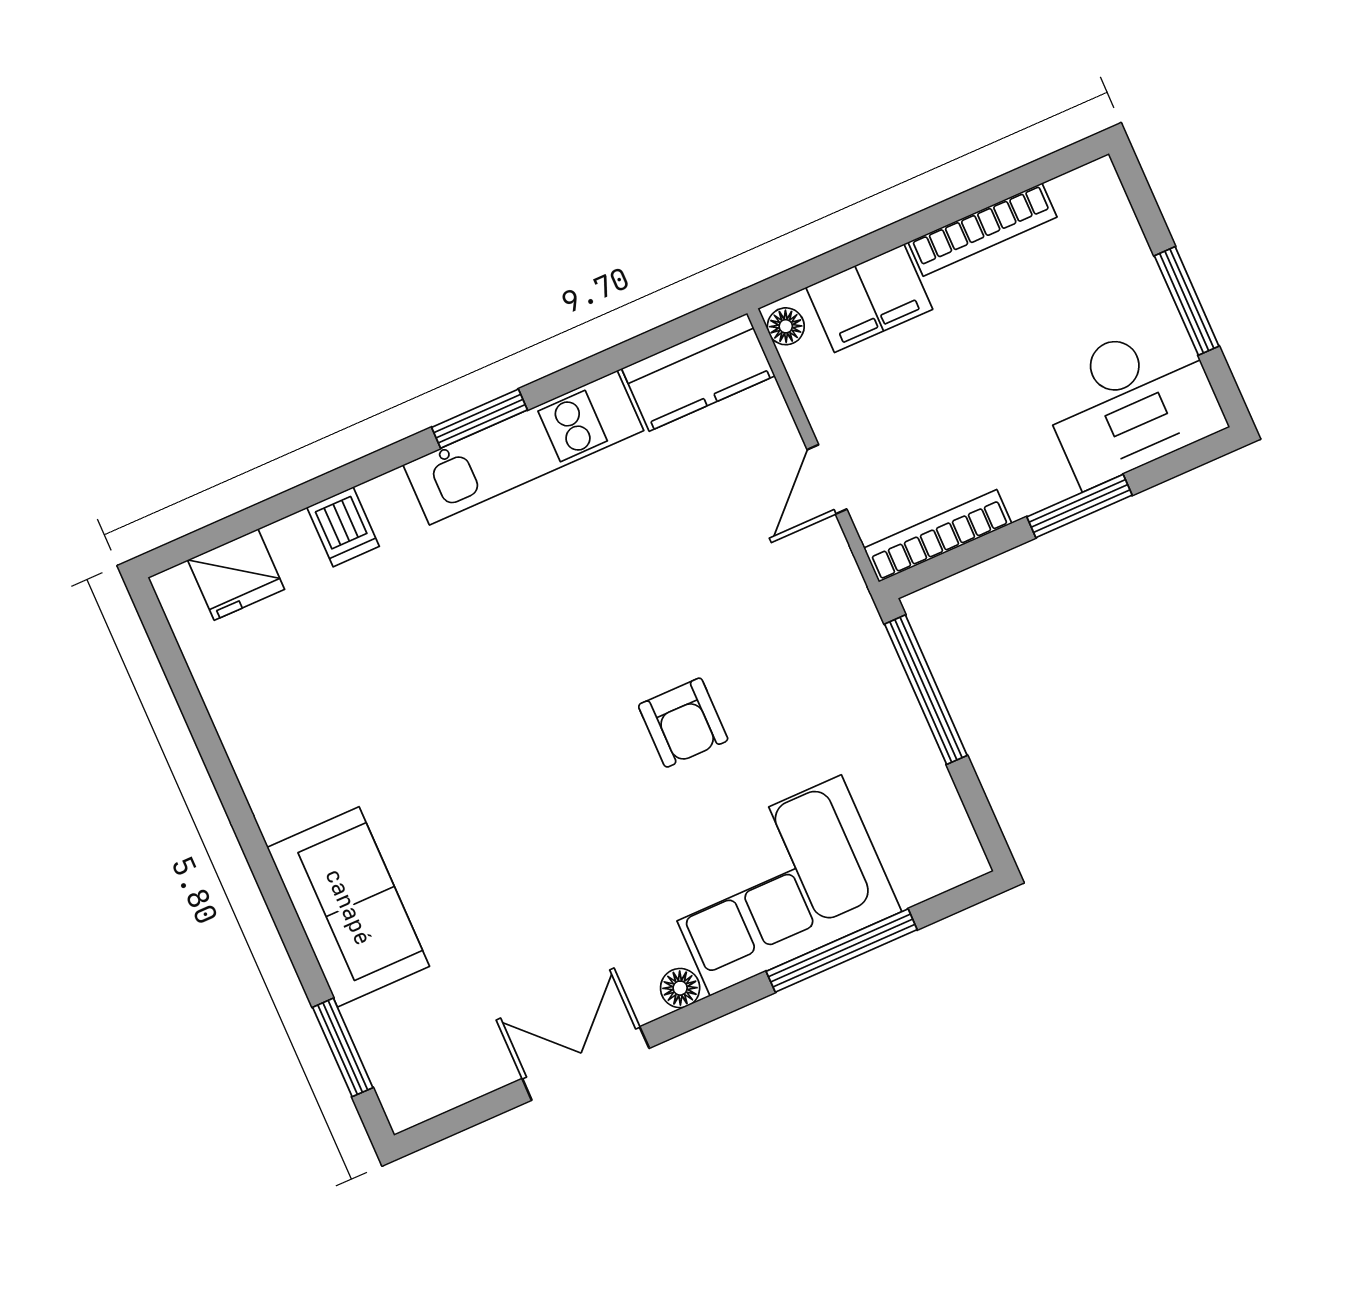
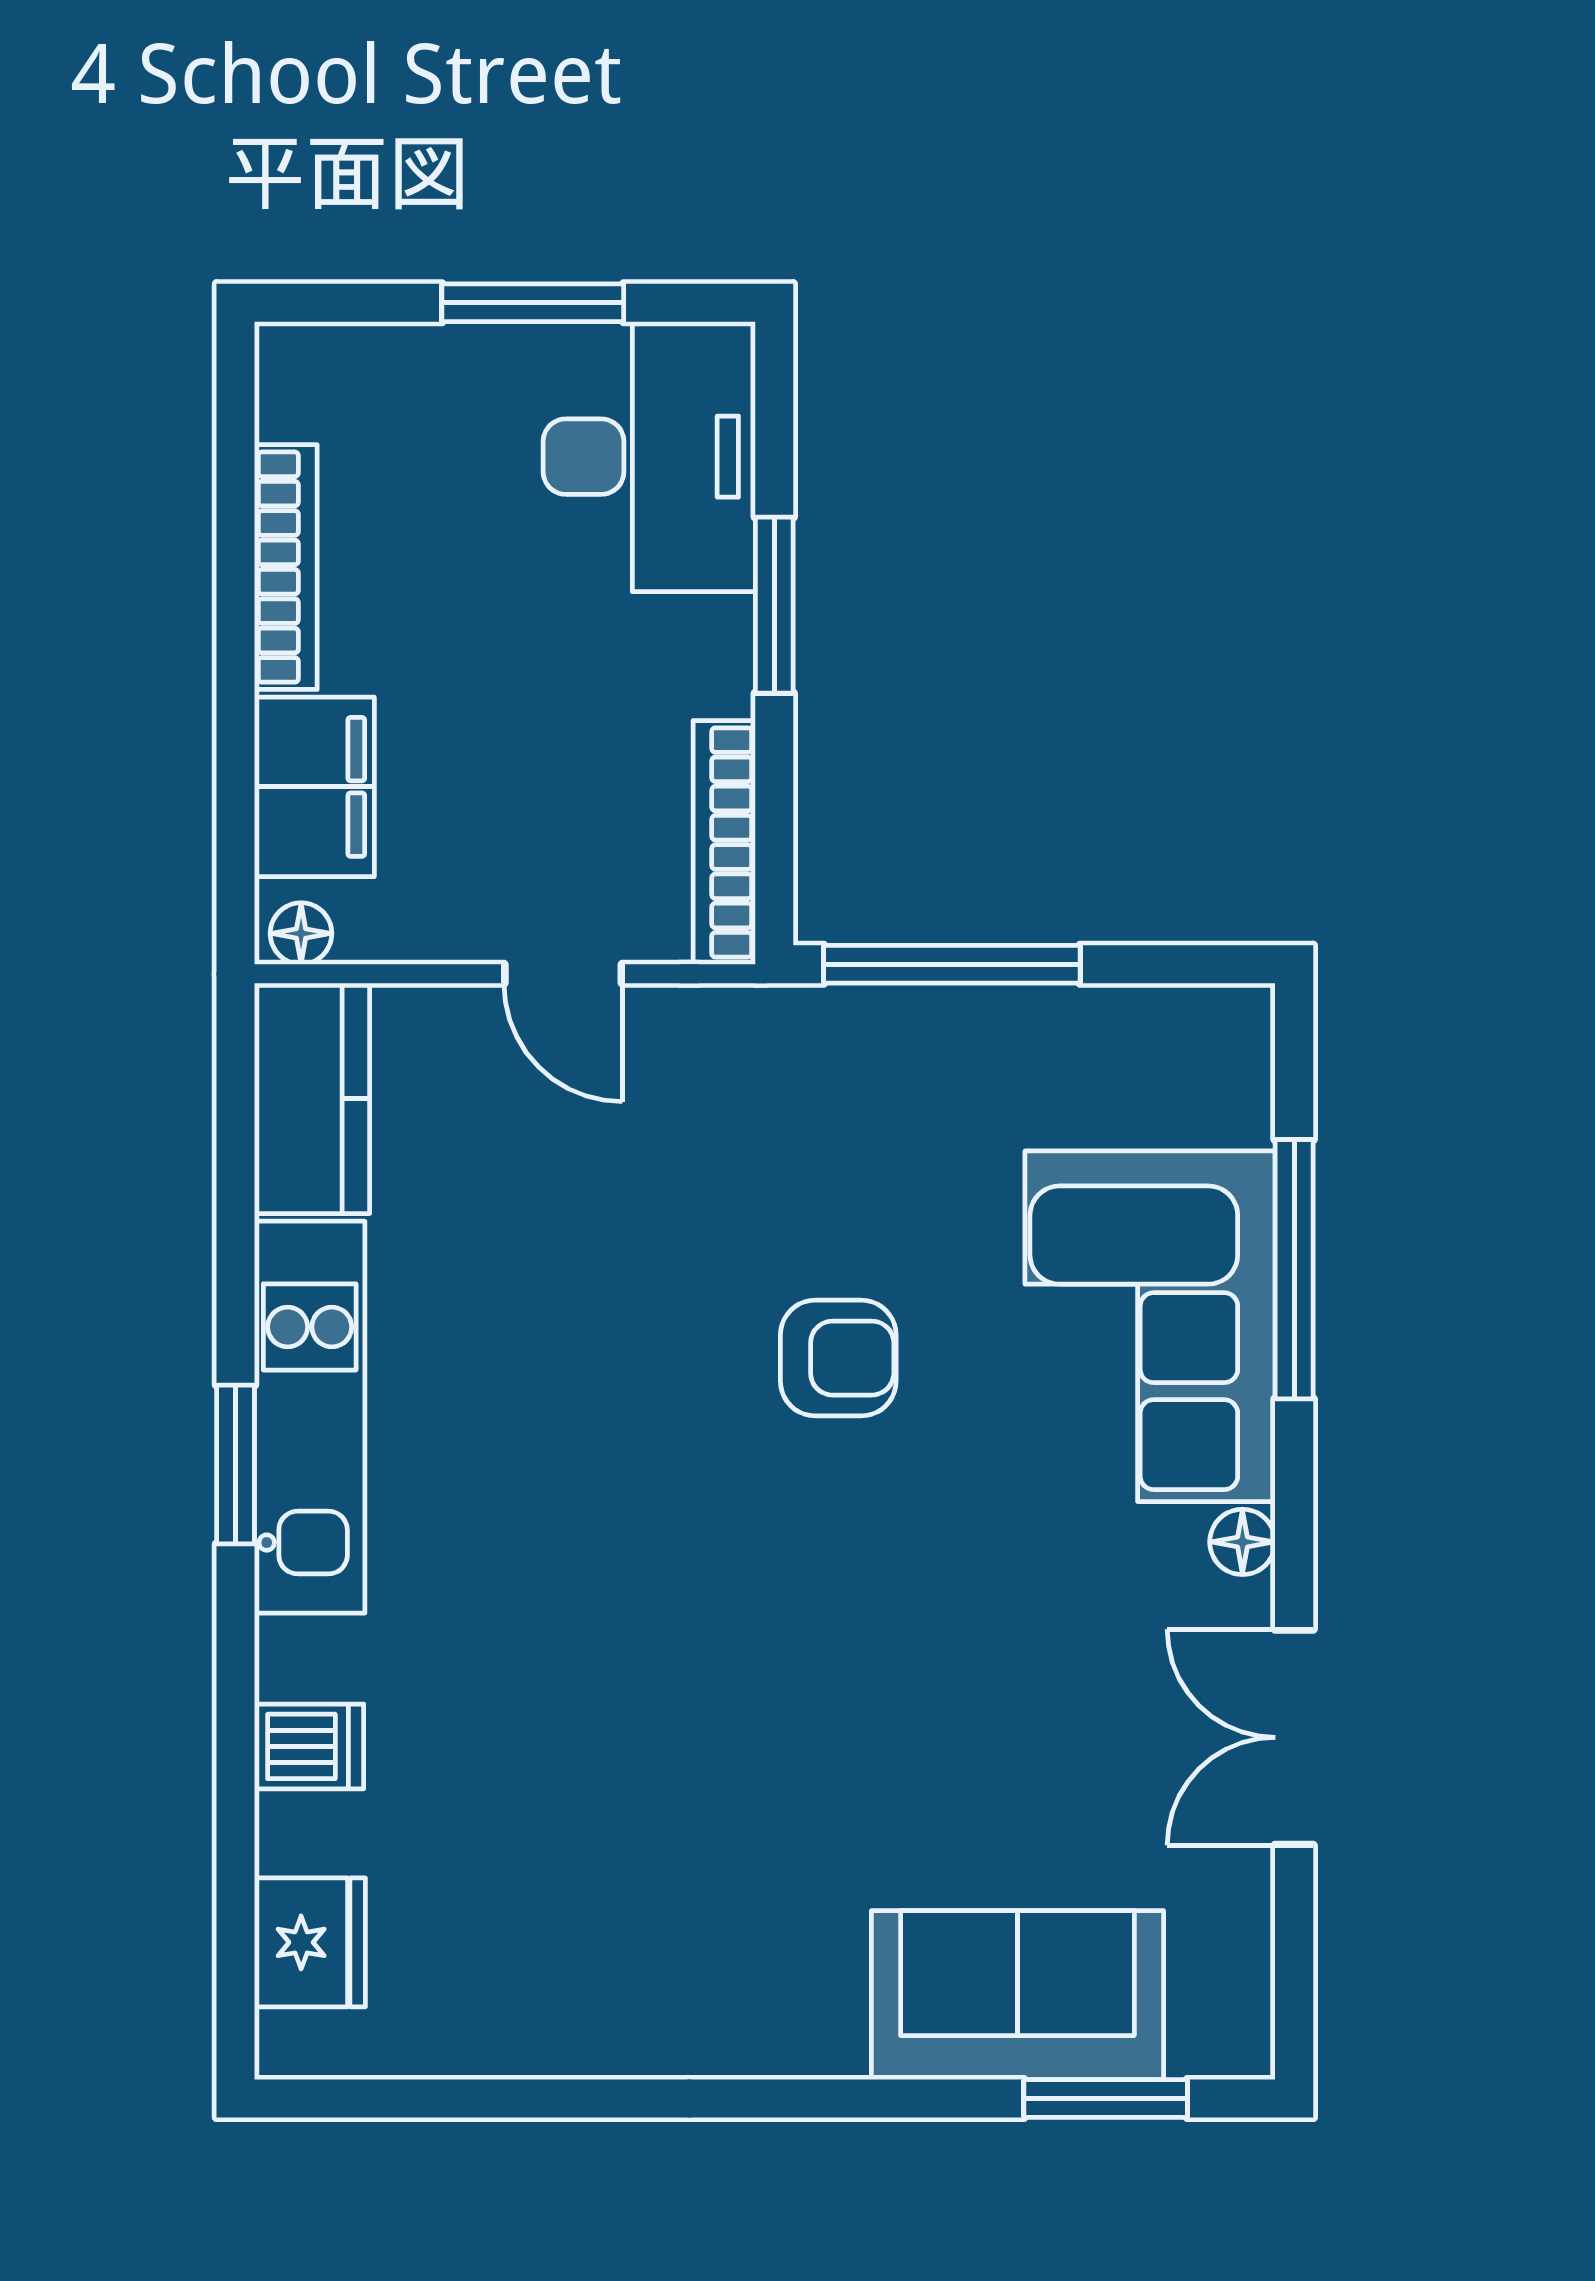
sofa: (348, 907) -> (1017, 1995), moved

